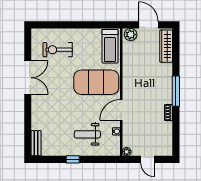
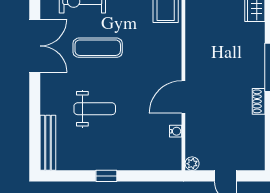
exercise mat: (96, 82) -> (98, 48), moved, width x0.50, depth x0.69
weight bench: (87, 134) -> (95, 109), moved, turned 180
bench: (36, 143) -> (48, 143), width x1.36

